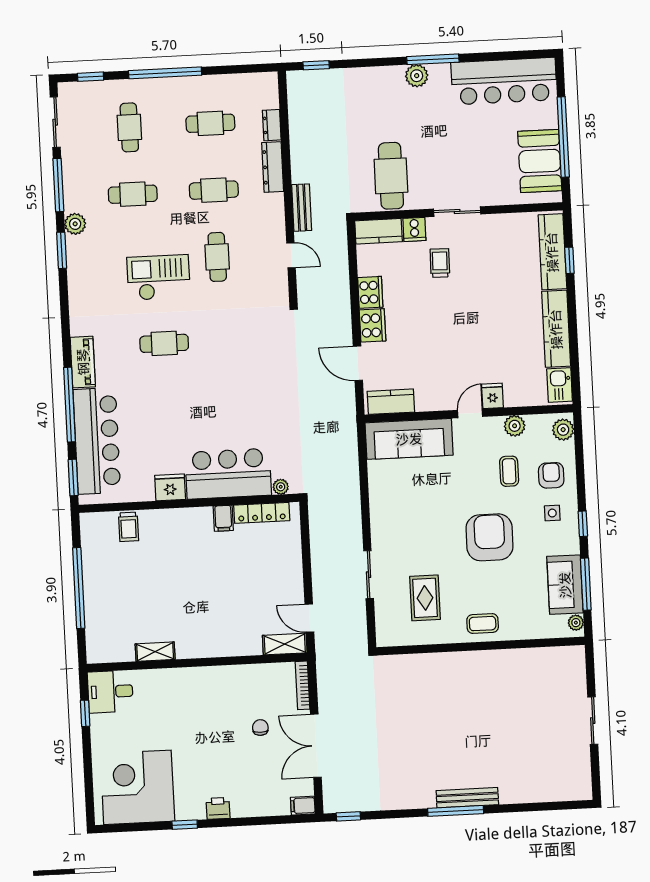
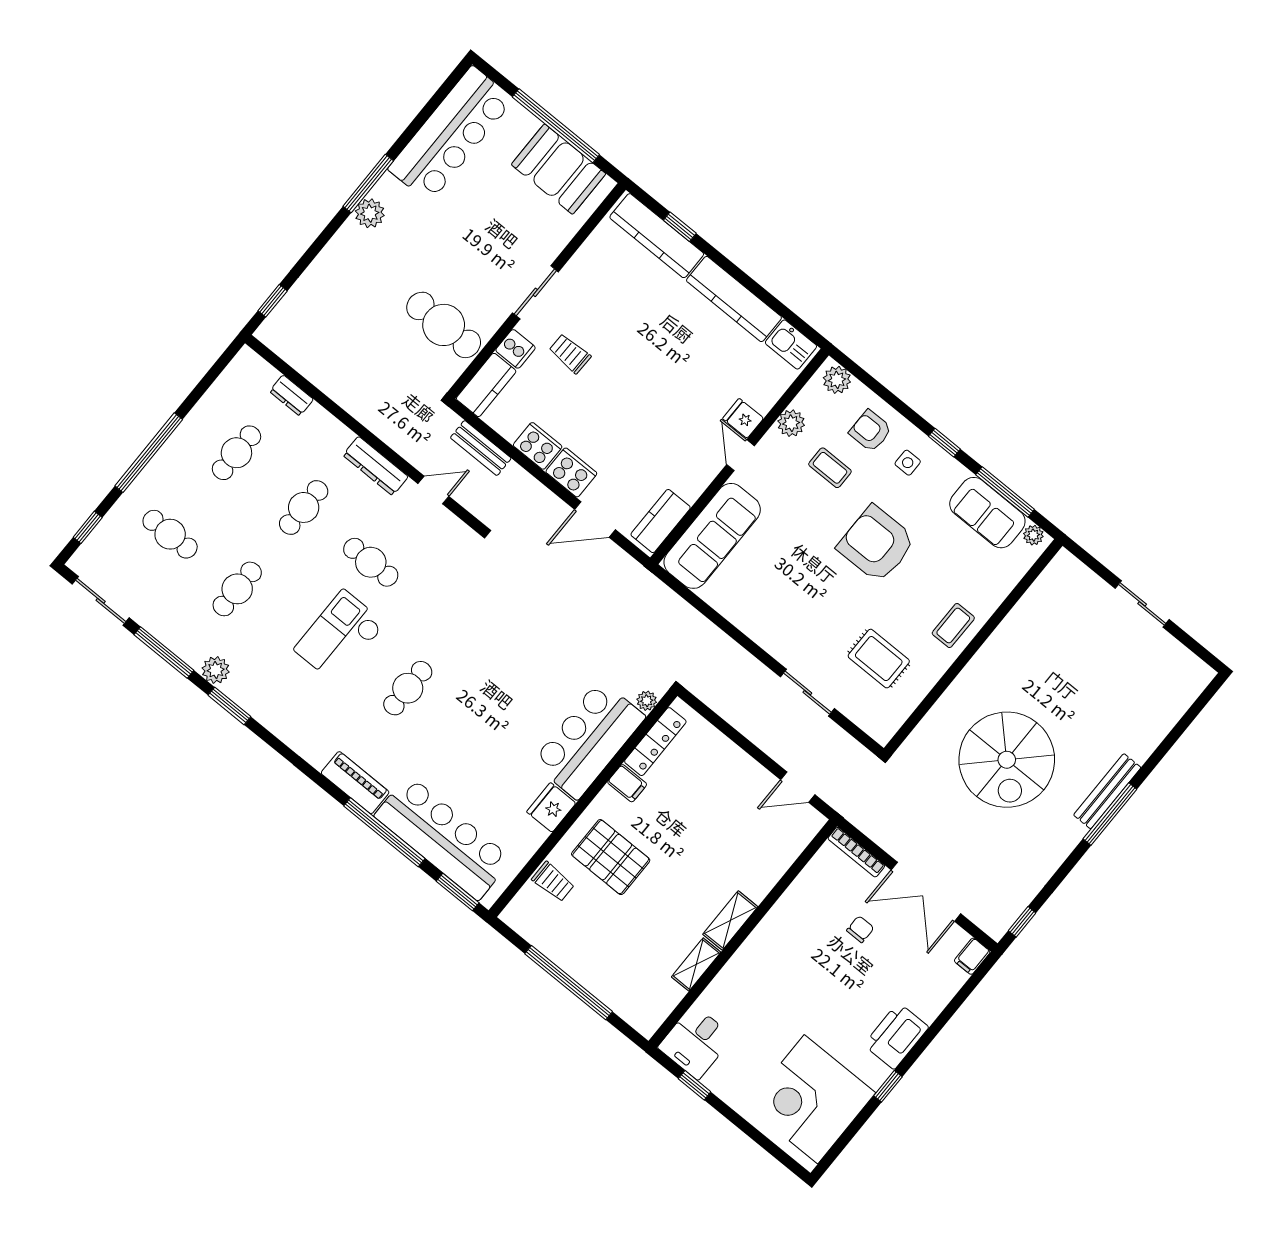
dresser: (273, 167) -> (376, 466), moved
bench: (302, 208) -> (481, 448), moved
pallet: (172, 547) -> (611, 857), added
shelving: (285, 644) -> (730, 920), moved
spiral stairs: (433, 724) -> (1007, 760), added
chair: (260, 728) -> (860, 929), turned 90
printer: (218, 808) -> (896, 1036), width x1.87, depth x1.48

